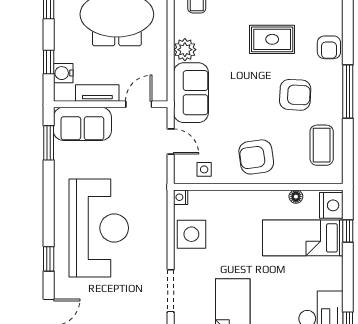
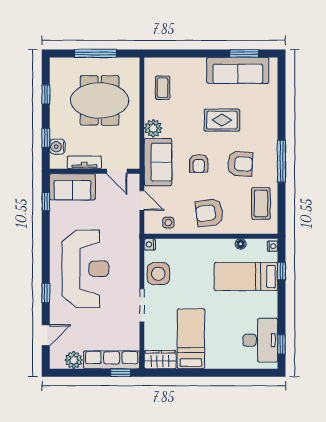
armchair: (329, 47) -> (199, 163), moved
door: (139, 104) -> (117, 171), swing flipped
window: (49, 143) -> (46, 202), width x0.67
nightstand: (331, 205) -> (272, 246), width x0.53, depth x0.56
doorway: (171, 291) -> (142, 305), moved

